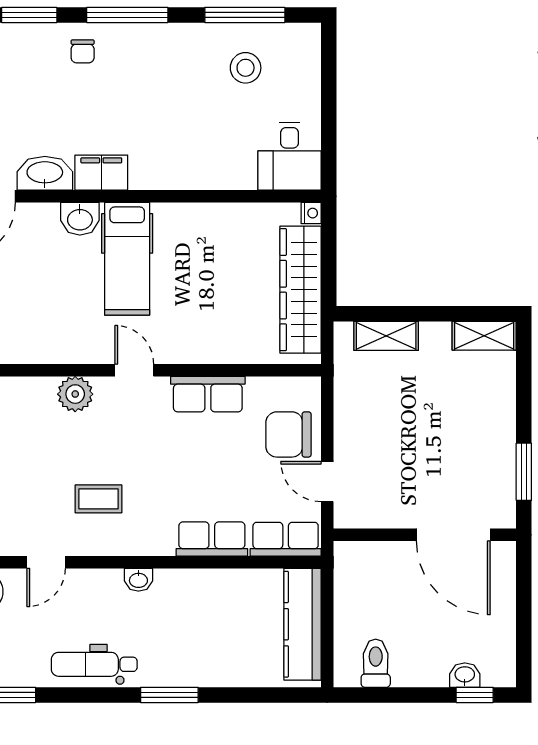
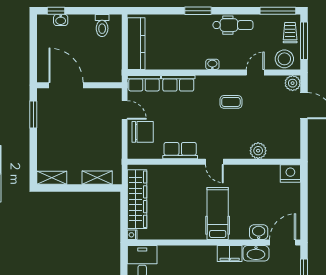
washbasin: (80, 219) -> (259, 232), moved
plant: (75, 394) -> (258, 151), moved

